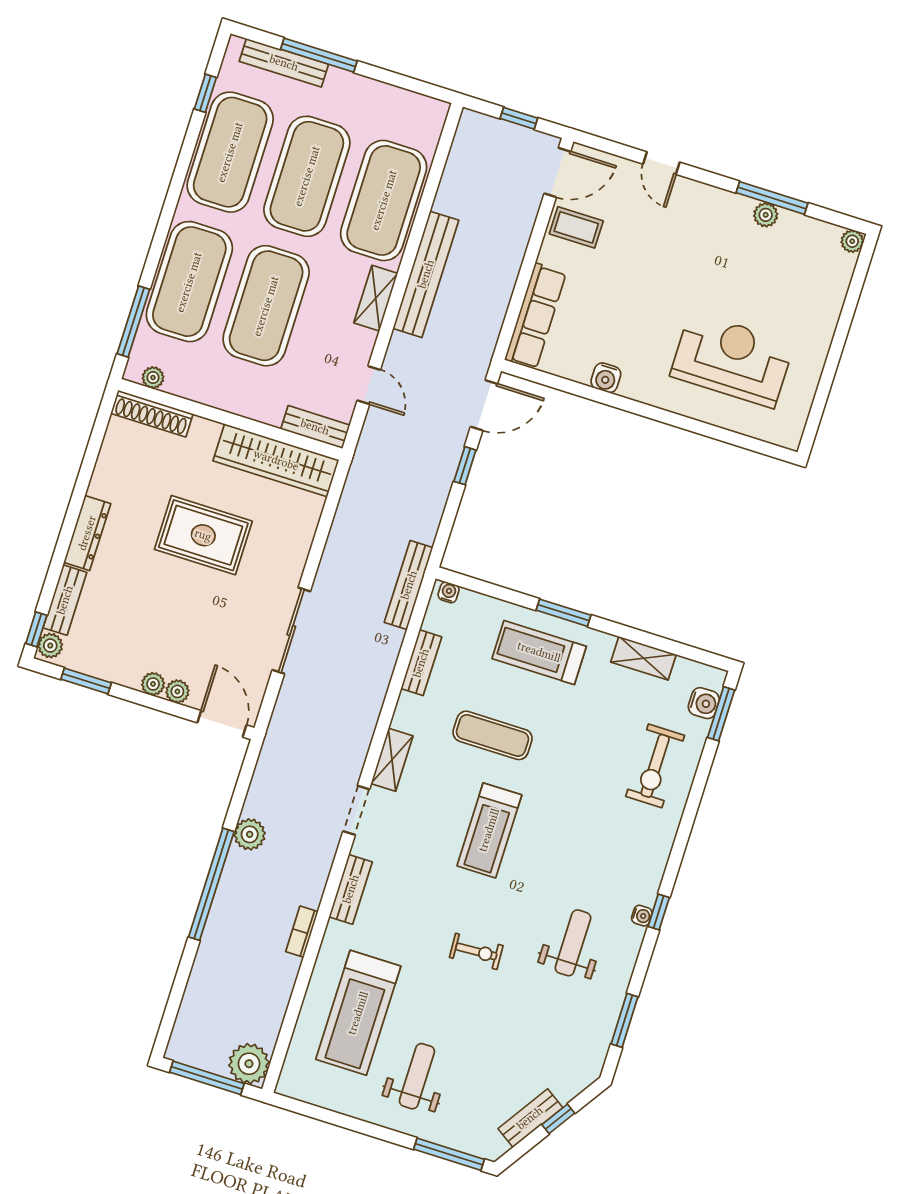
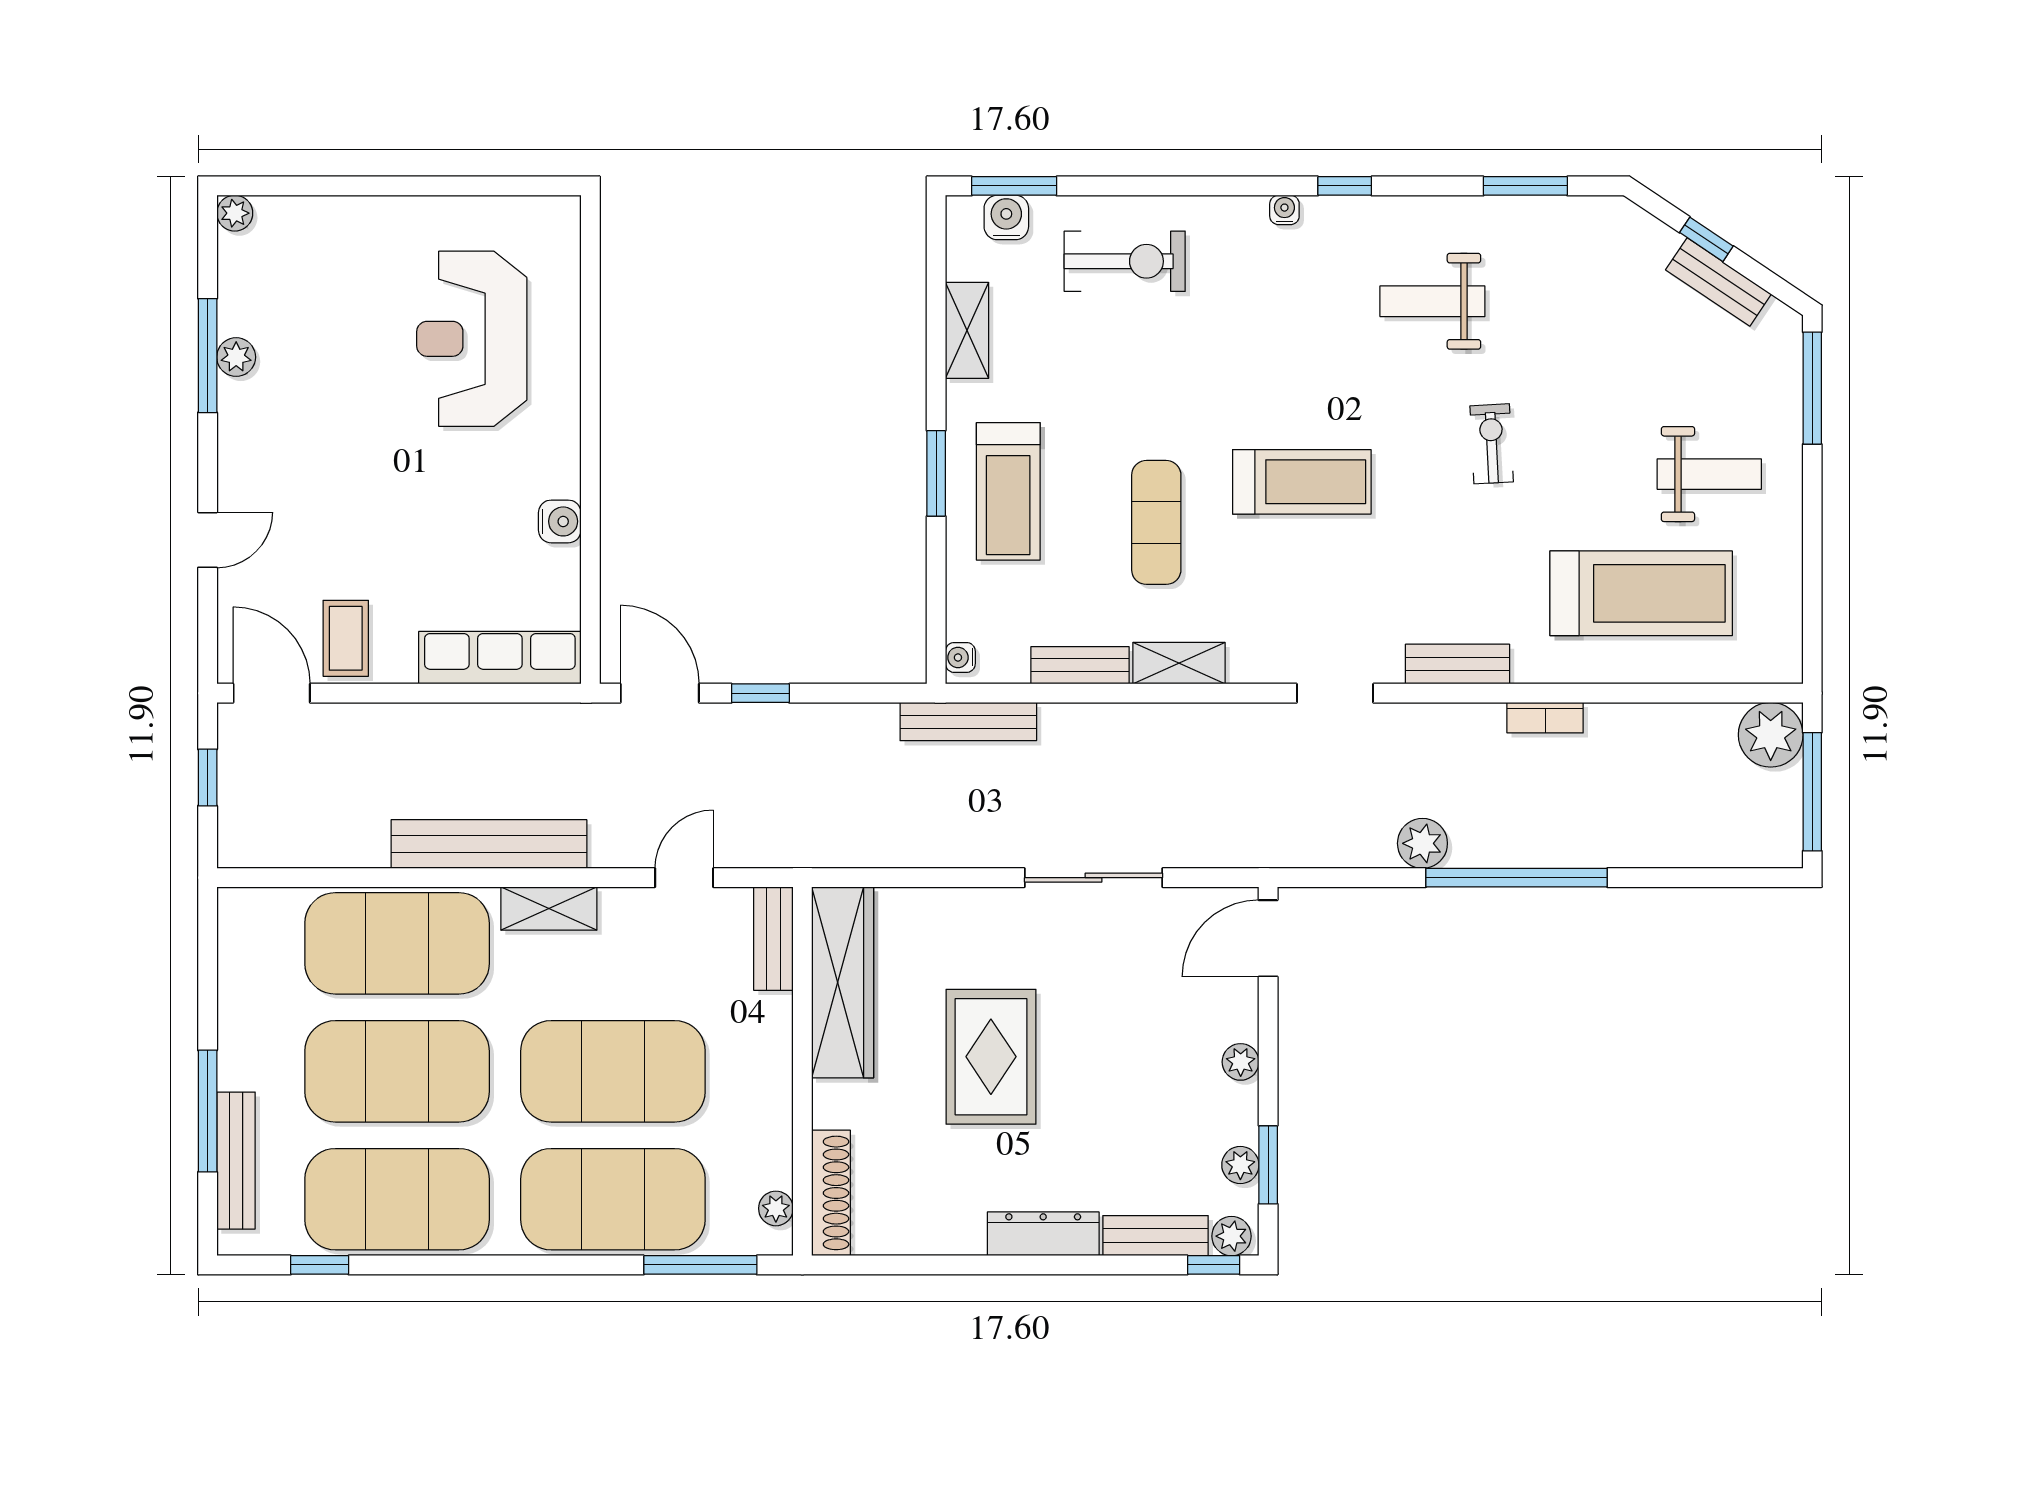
plant: (177, 691) -> (1240, 1165), moved
shelving: (392, 760) -> (1179, 663), moved
water cooler: (642, 916) -> (1284, 210), moved
weight bench: (417, 1076) -> (1709, 474), turned 180

